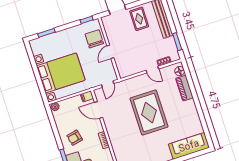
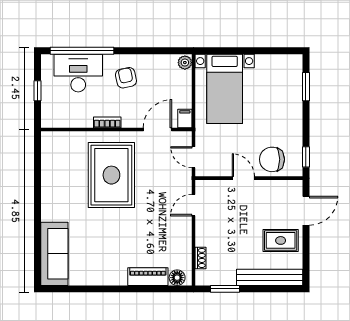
chair: (94, 39) -> (272, 159), turned 180
door: (152, 70) -> (194, 205), moved
bed with nightstands: (61, 73) -> (225, 89), width x0.73
rug: (149, 113) -> (111, 175), moved, turned 90

